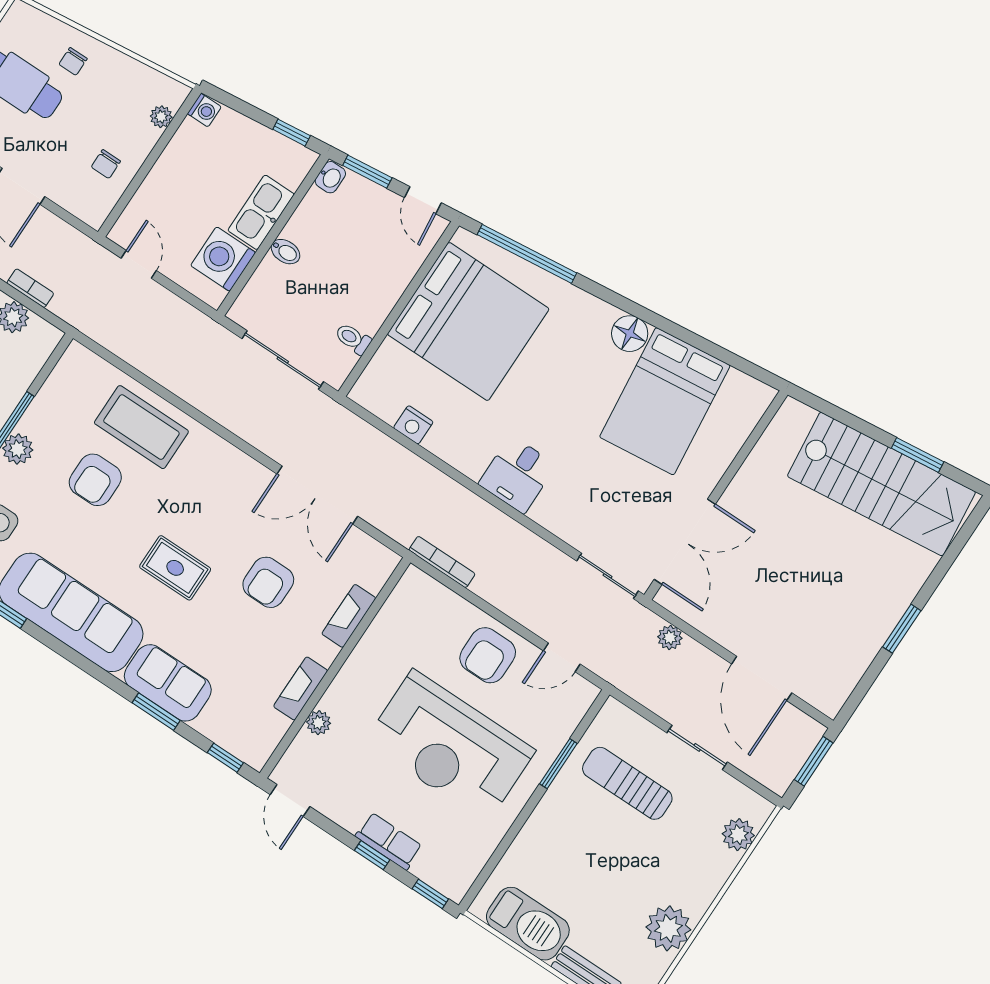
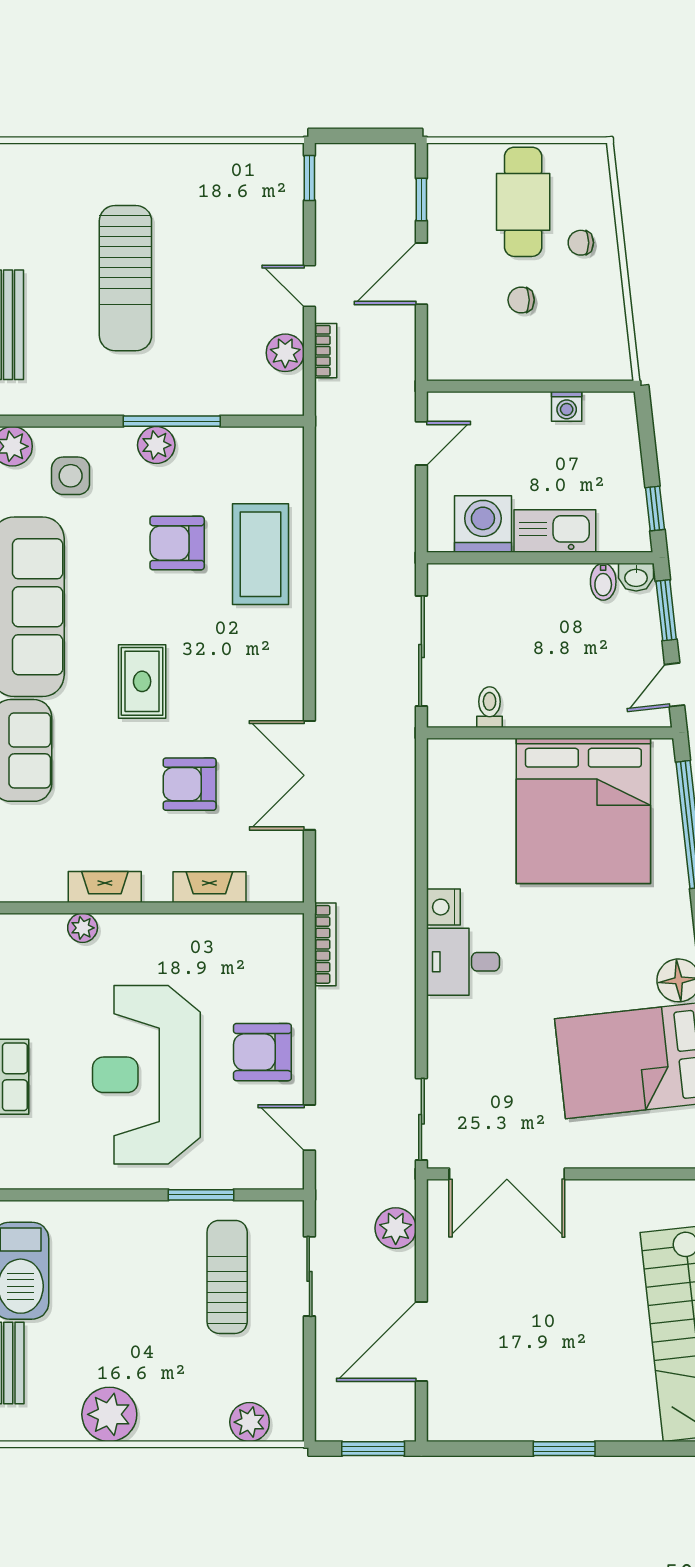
washing machine: (204, 110) -> (567, 406), moved
plant: (161, 117) -> (584, 368), removed
chair: (106, 164) -> (521, 300), moved
bidet: (286, 252) -> (603, 582), moved
nightstand: (413, 425) -> (443, 907), moved
plant: (670, 637) -> (396, 1228), width x1.38, depth x1.38
sliding door: (697, 747) -> (309, 1276), moved

